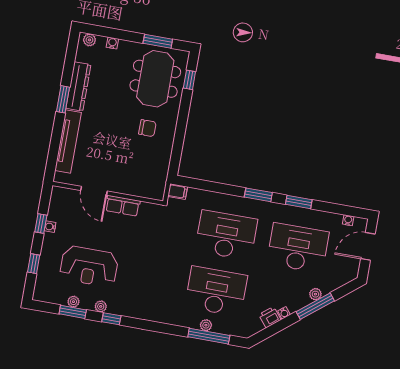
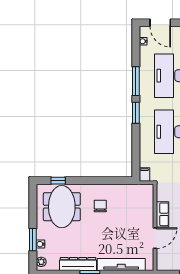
window: (158, 41) -> (33, 240), moved
meeting table: (155, 79) -> (62, 207), turned 90
window: (299, 202) -> (136, 81), width x1.44

